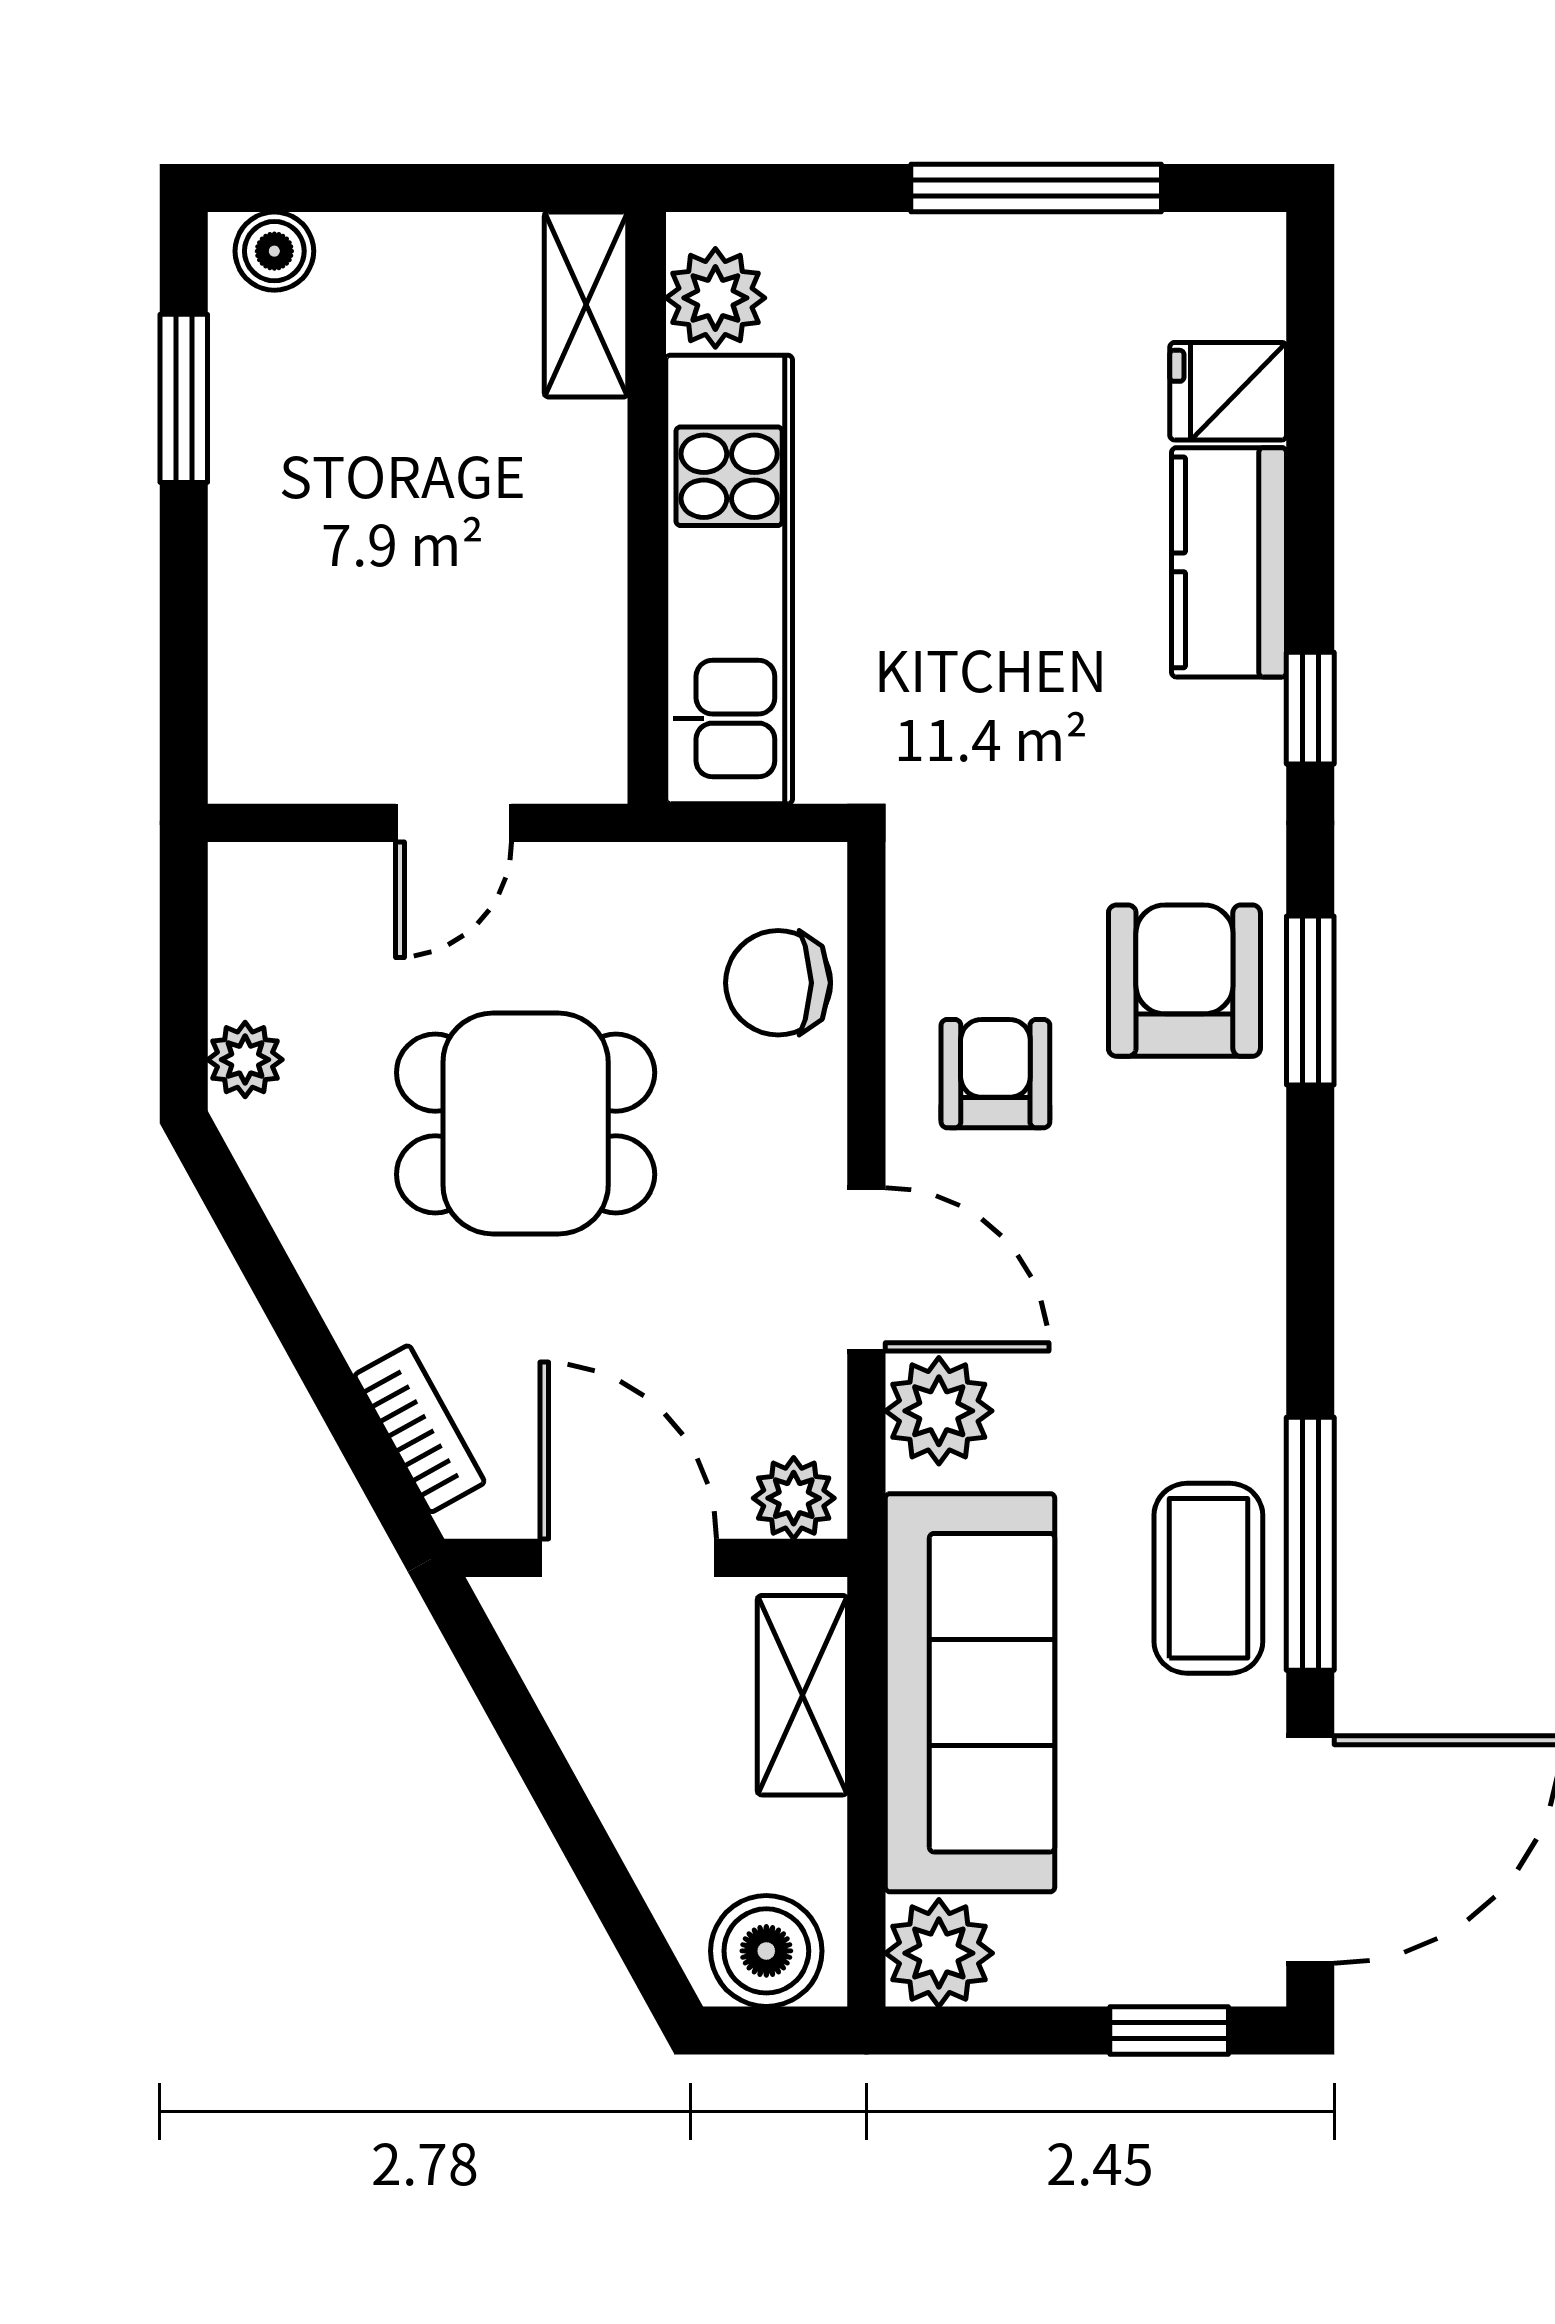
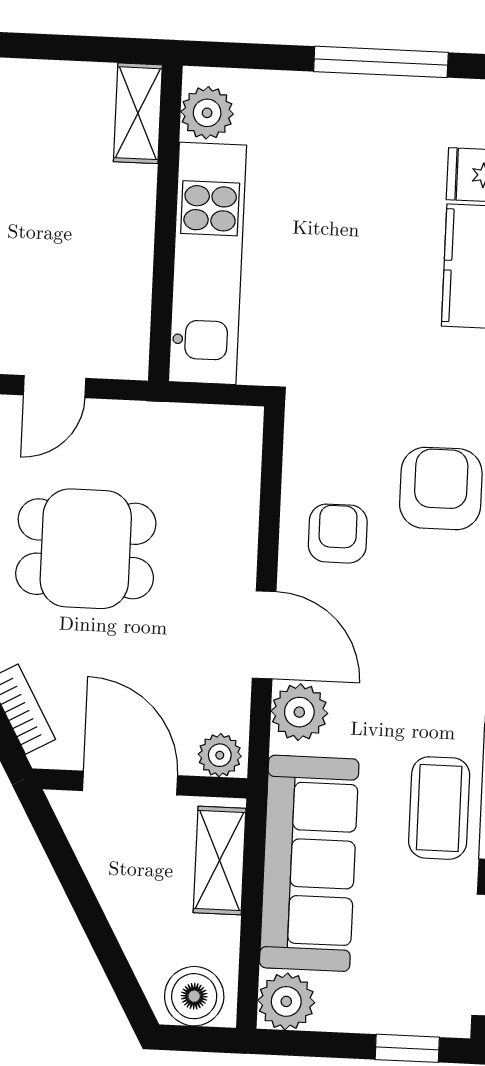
chair: (778, 983) -> (224, 480), removed

